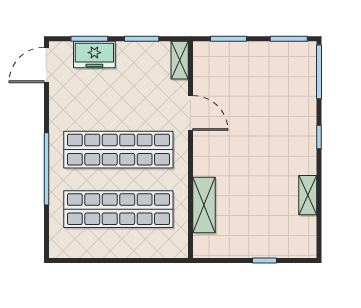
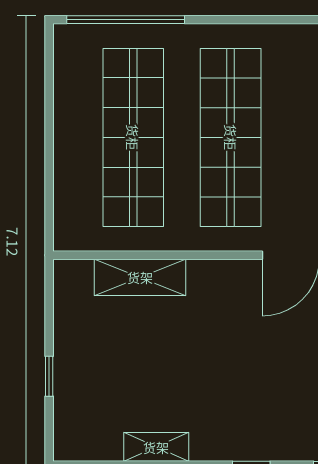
window: (46, 169) -> (126, 20), moved

